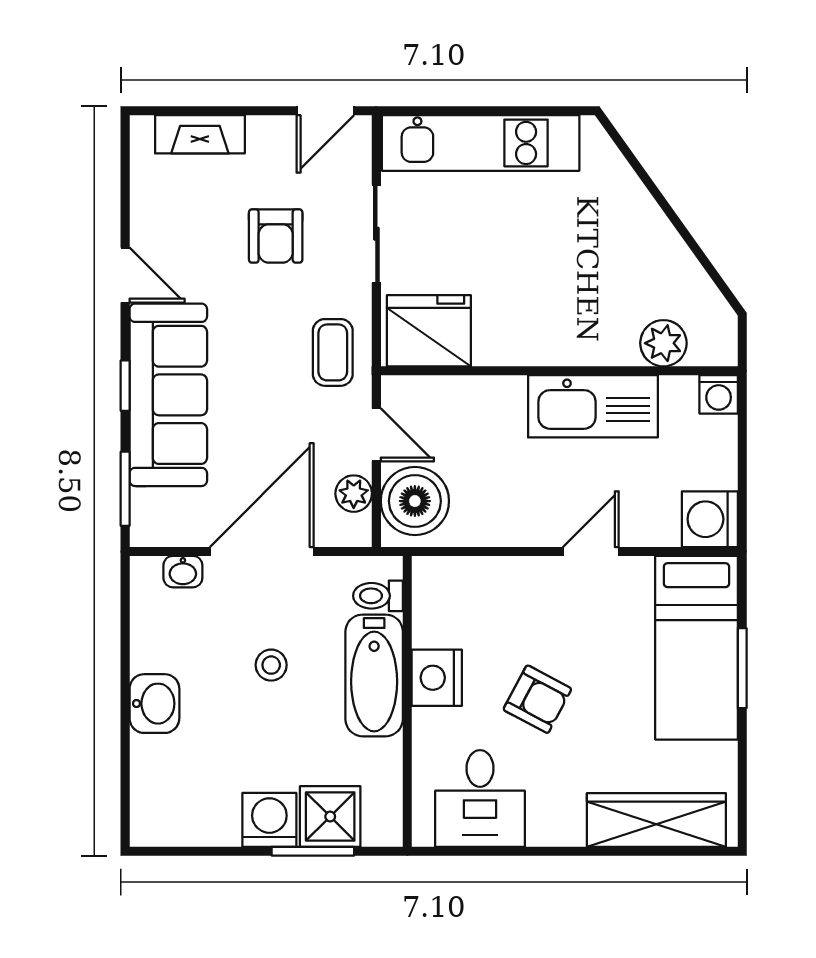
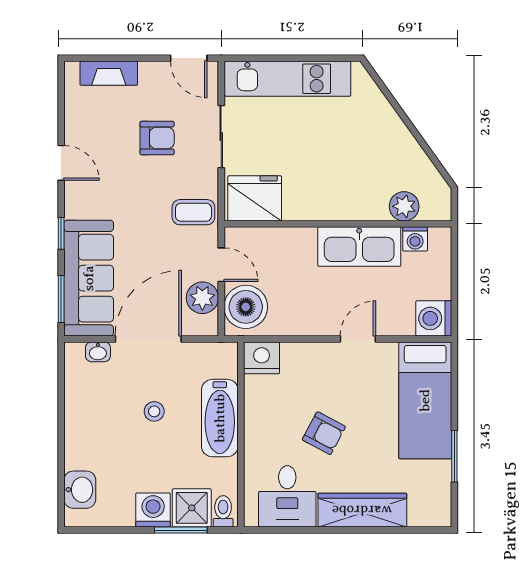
door: (325, 111) -> (189, 58), hinge flipped
armchair: (276, 236) -> (157, 138), turned -90
coffee table: (333, 352) -> (193, 212), turned 90
washing machine: (719, 394) -> (415, 239), moved
sofa: (168, 395) -> (89, 278), moved
plant: (354, 494) -> (202, 298), width x1.38, depth x1.38
toilet: (378, 596) -> (223, 511), moved, turned 90
window: (742, 668) -> (454, 456), moved
nightstand: (437, 678) -> (262, 358), moved, turned 90
washbasin: (154, 704) -> (80, 490), moved
wardrobe: (656, 820) -> (362, 510), moved

